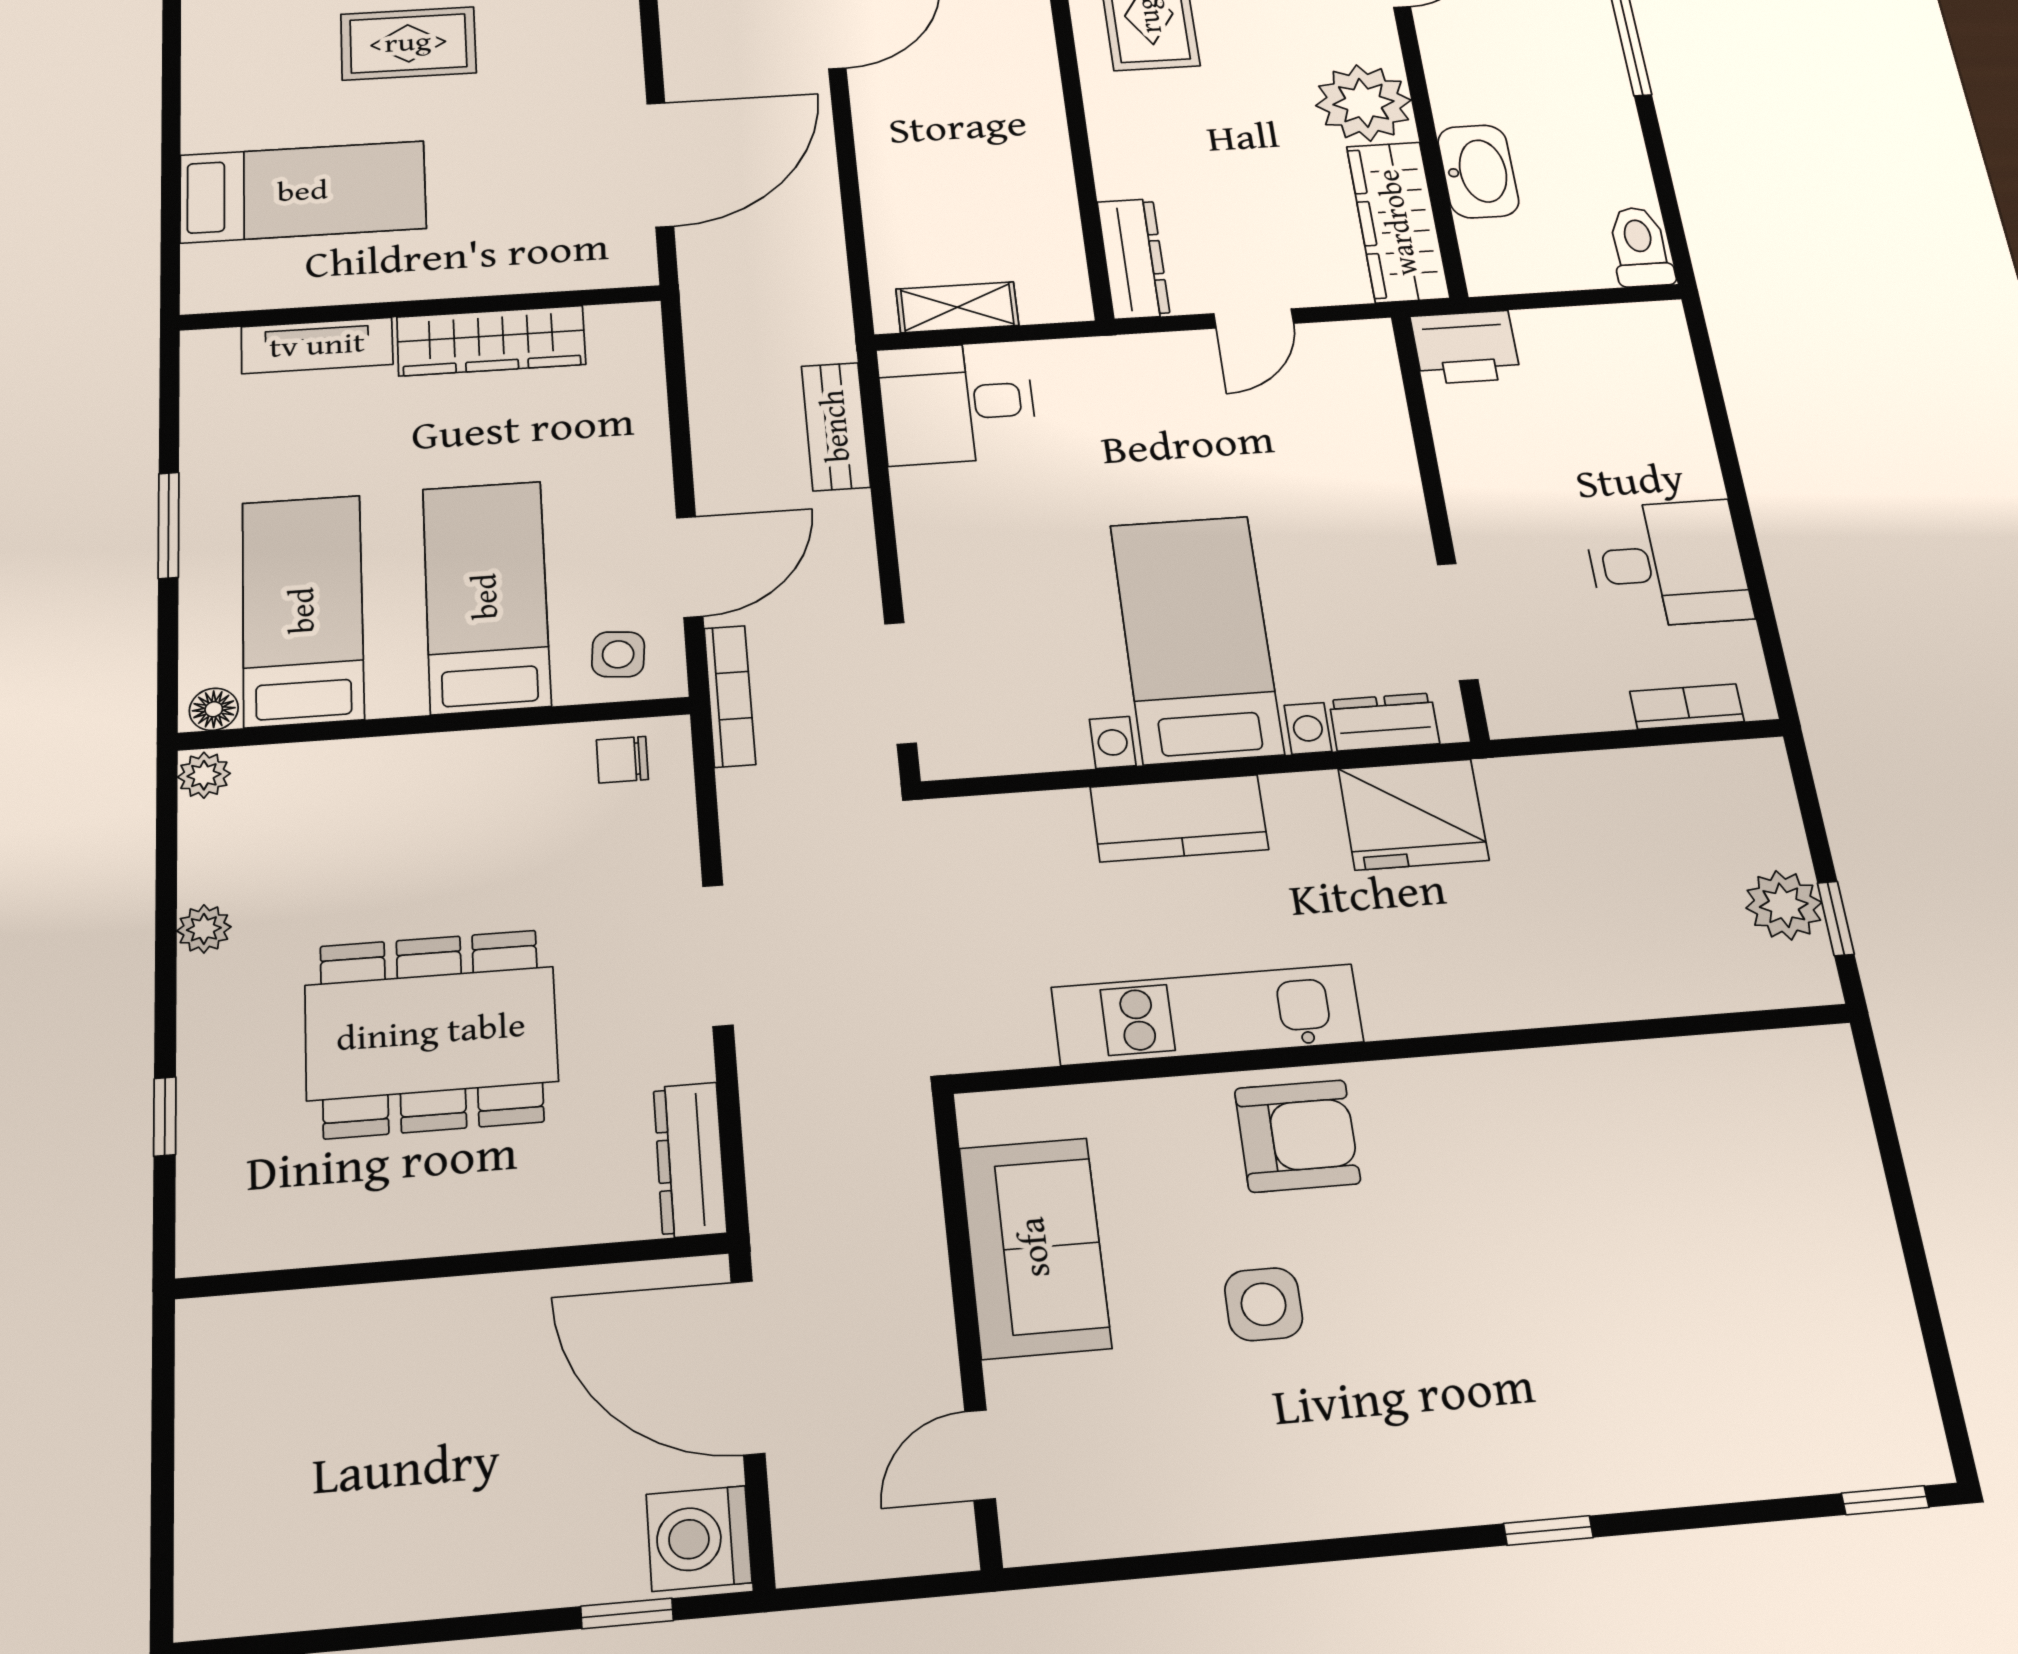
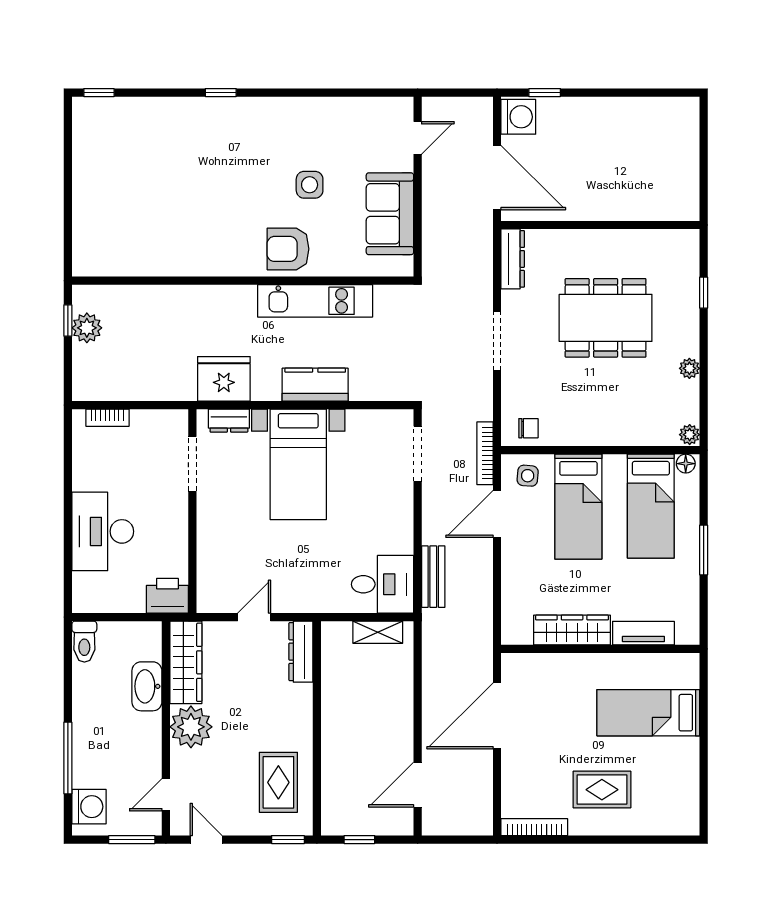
desk: (1667, 564) -> (103, 531), moved, width x1.37

